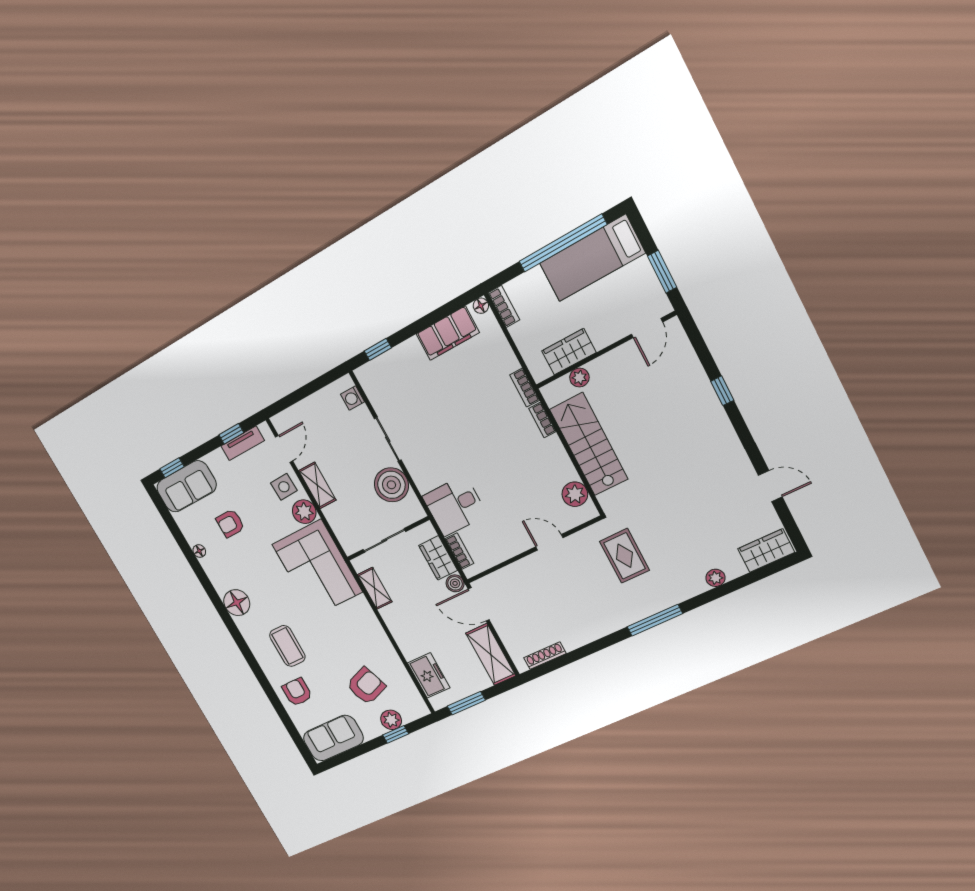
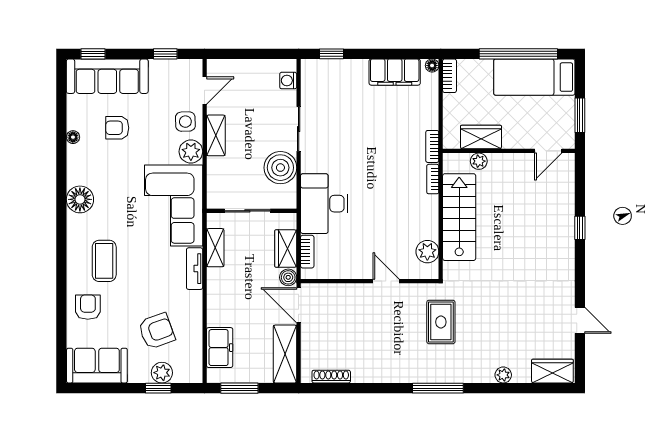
tv unit: (243, 443) -> (195, 269), moved, turned 90
sofa: (186, 486) -> (107, 76), width x1.36
desk: (455, 506) -> (324, 204), width x1.37

